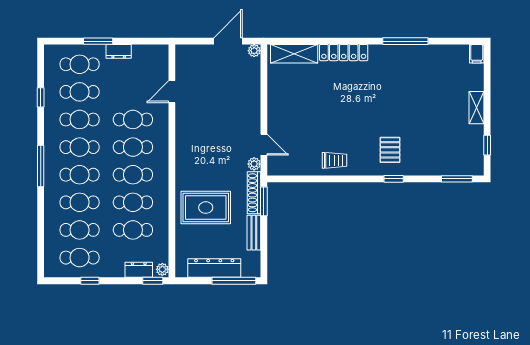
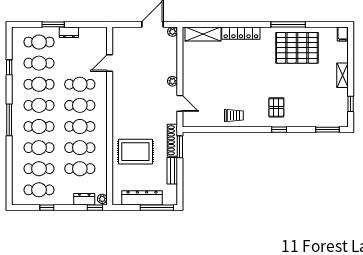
pallet: (417, 72) -> (297, 48), added
plant: (254, 164) -> (172, 81), moved

